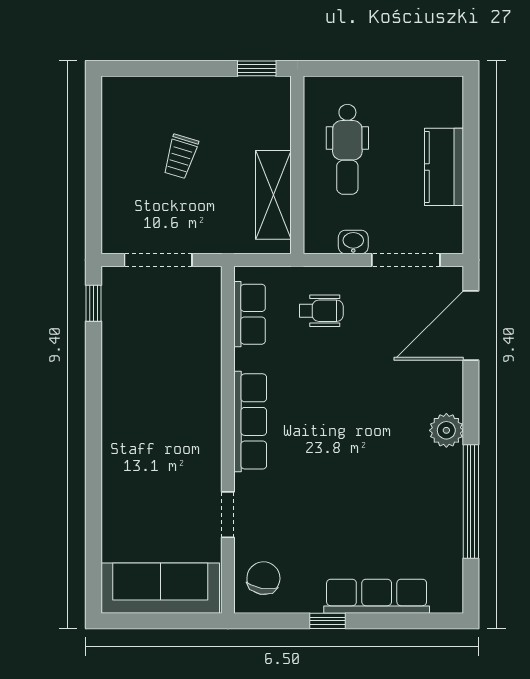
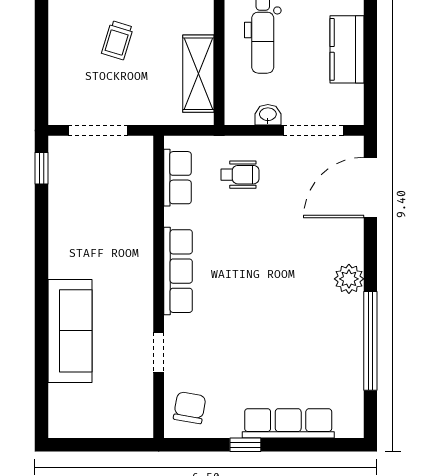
sofa: (160, 588) -> (70, 331), moved, turned 90

